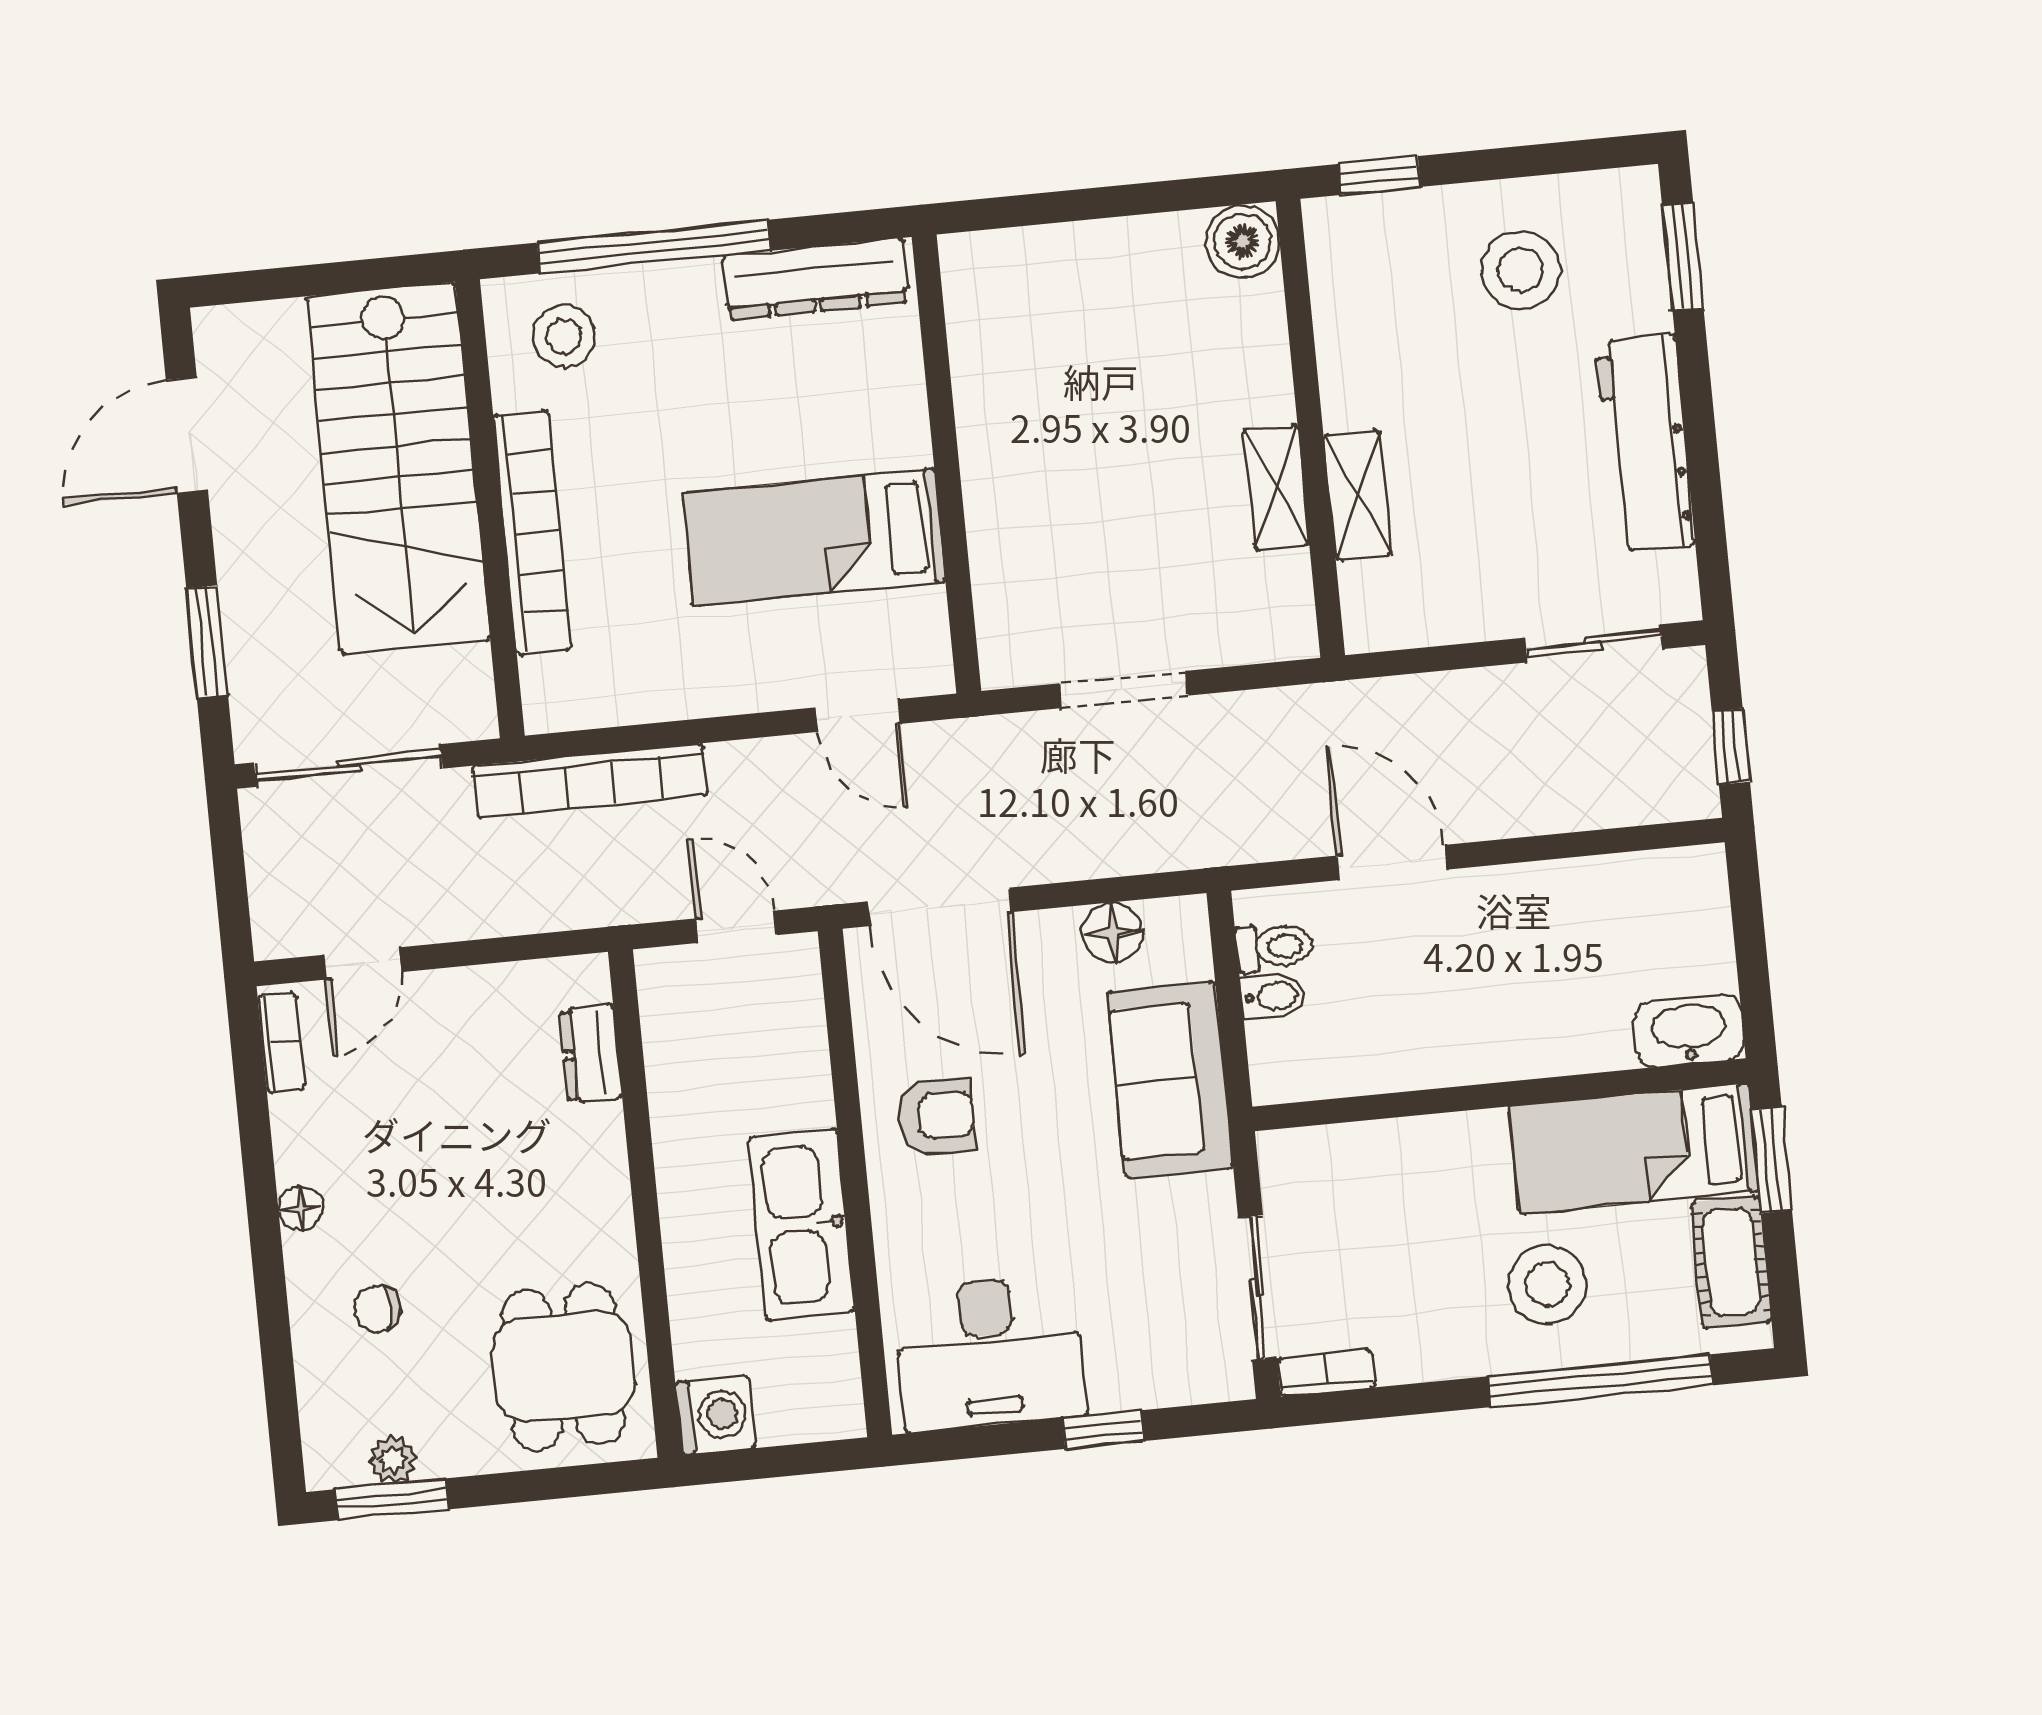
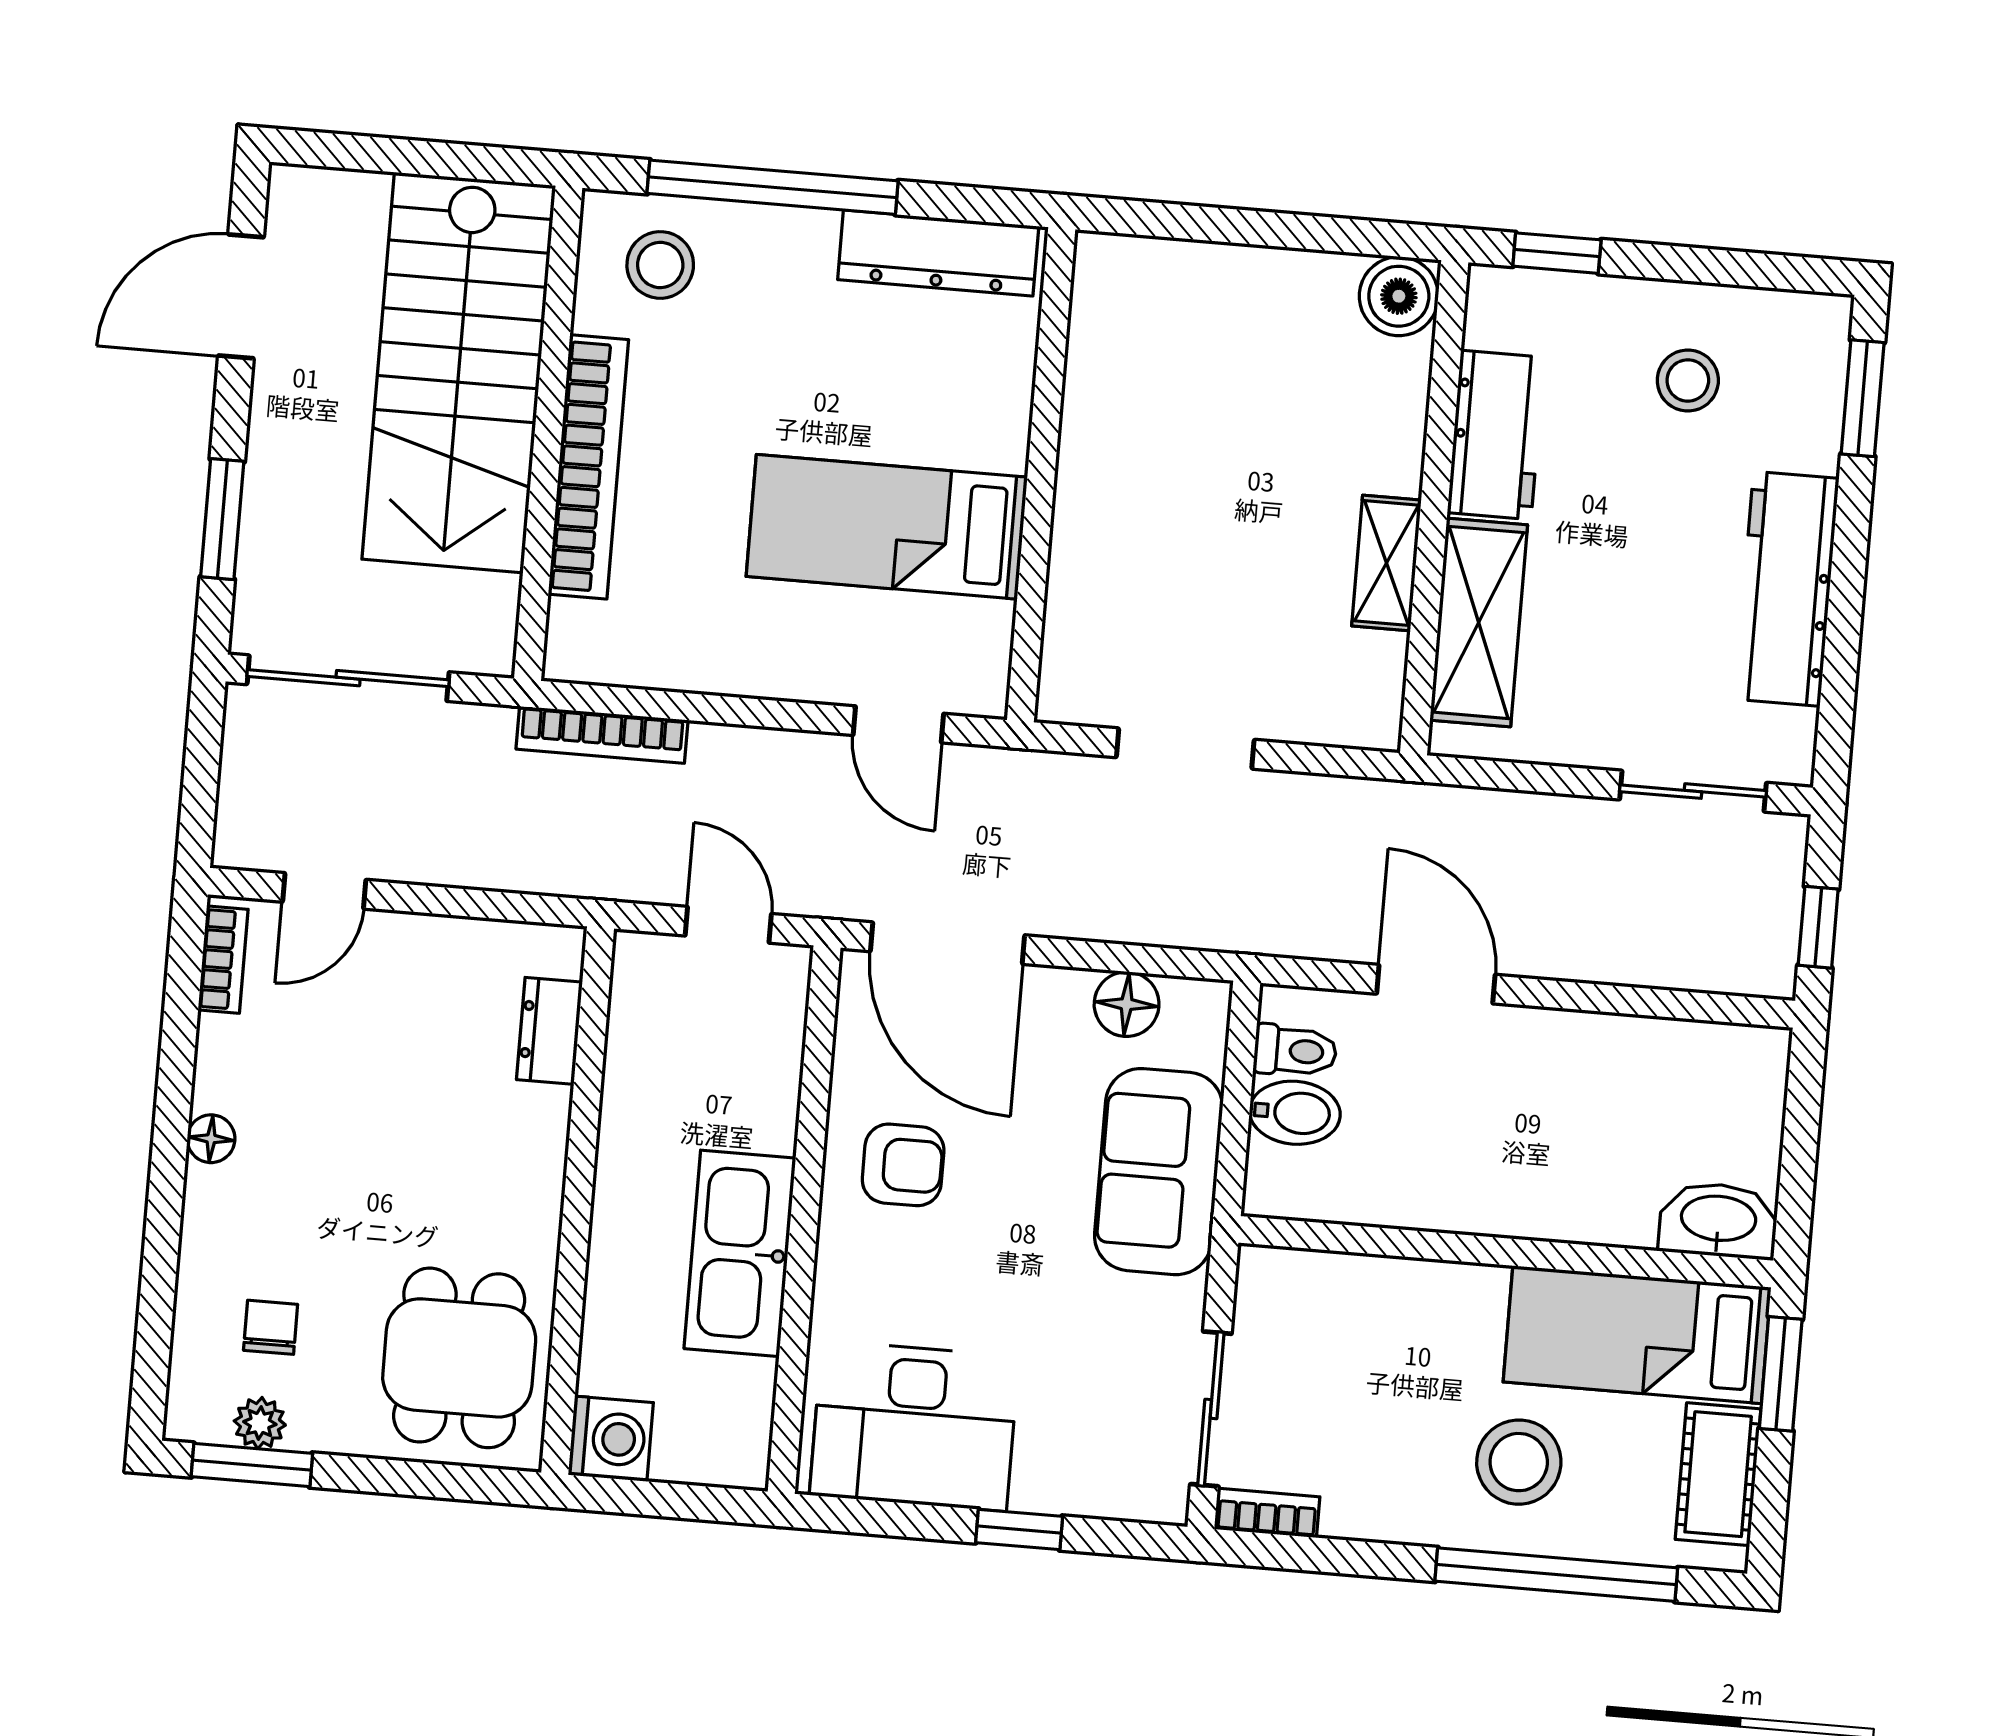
stool: (1520, 270) -> (1688, 380), width x0.73, depth x0.73
workbench: (1355, 352) -> (1496, 435), added
shelving: (1358, 495) -> (1479, 622), width x1.50, depth x1.33
bookcase: (590, 781) -> (602, 735), width x0.68, depth x0.76
bidet: (1273, 996) -> (1295, 1113), width x1.38, depth x1.36
chair: (377, 1309) -> (271, 1327), moved, turned 90

